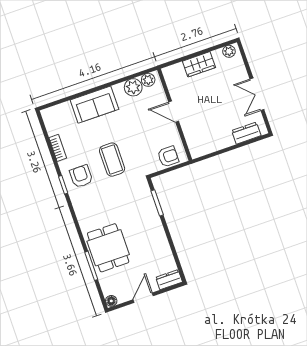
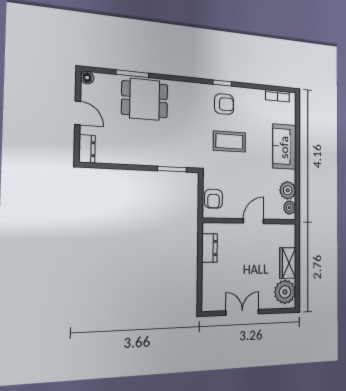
plant: (229, 51) -> (285, 292), width x1.87, depth x1.87
dresser: (246, 133) -> (209, 248), moved
bookcase: (58, 148) -> (277, 96), moved

